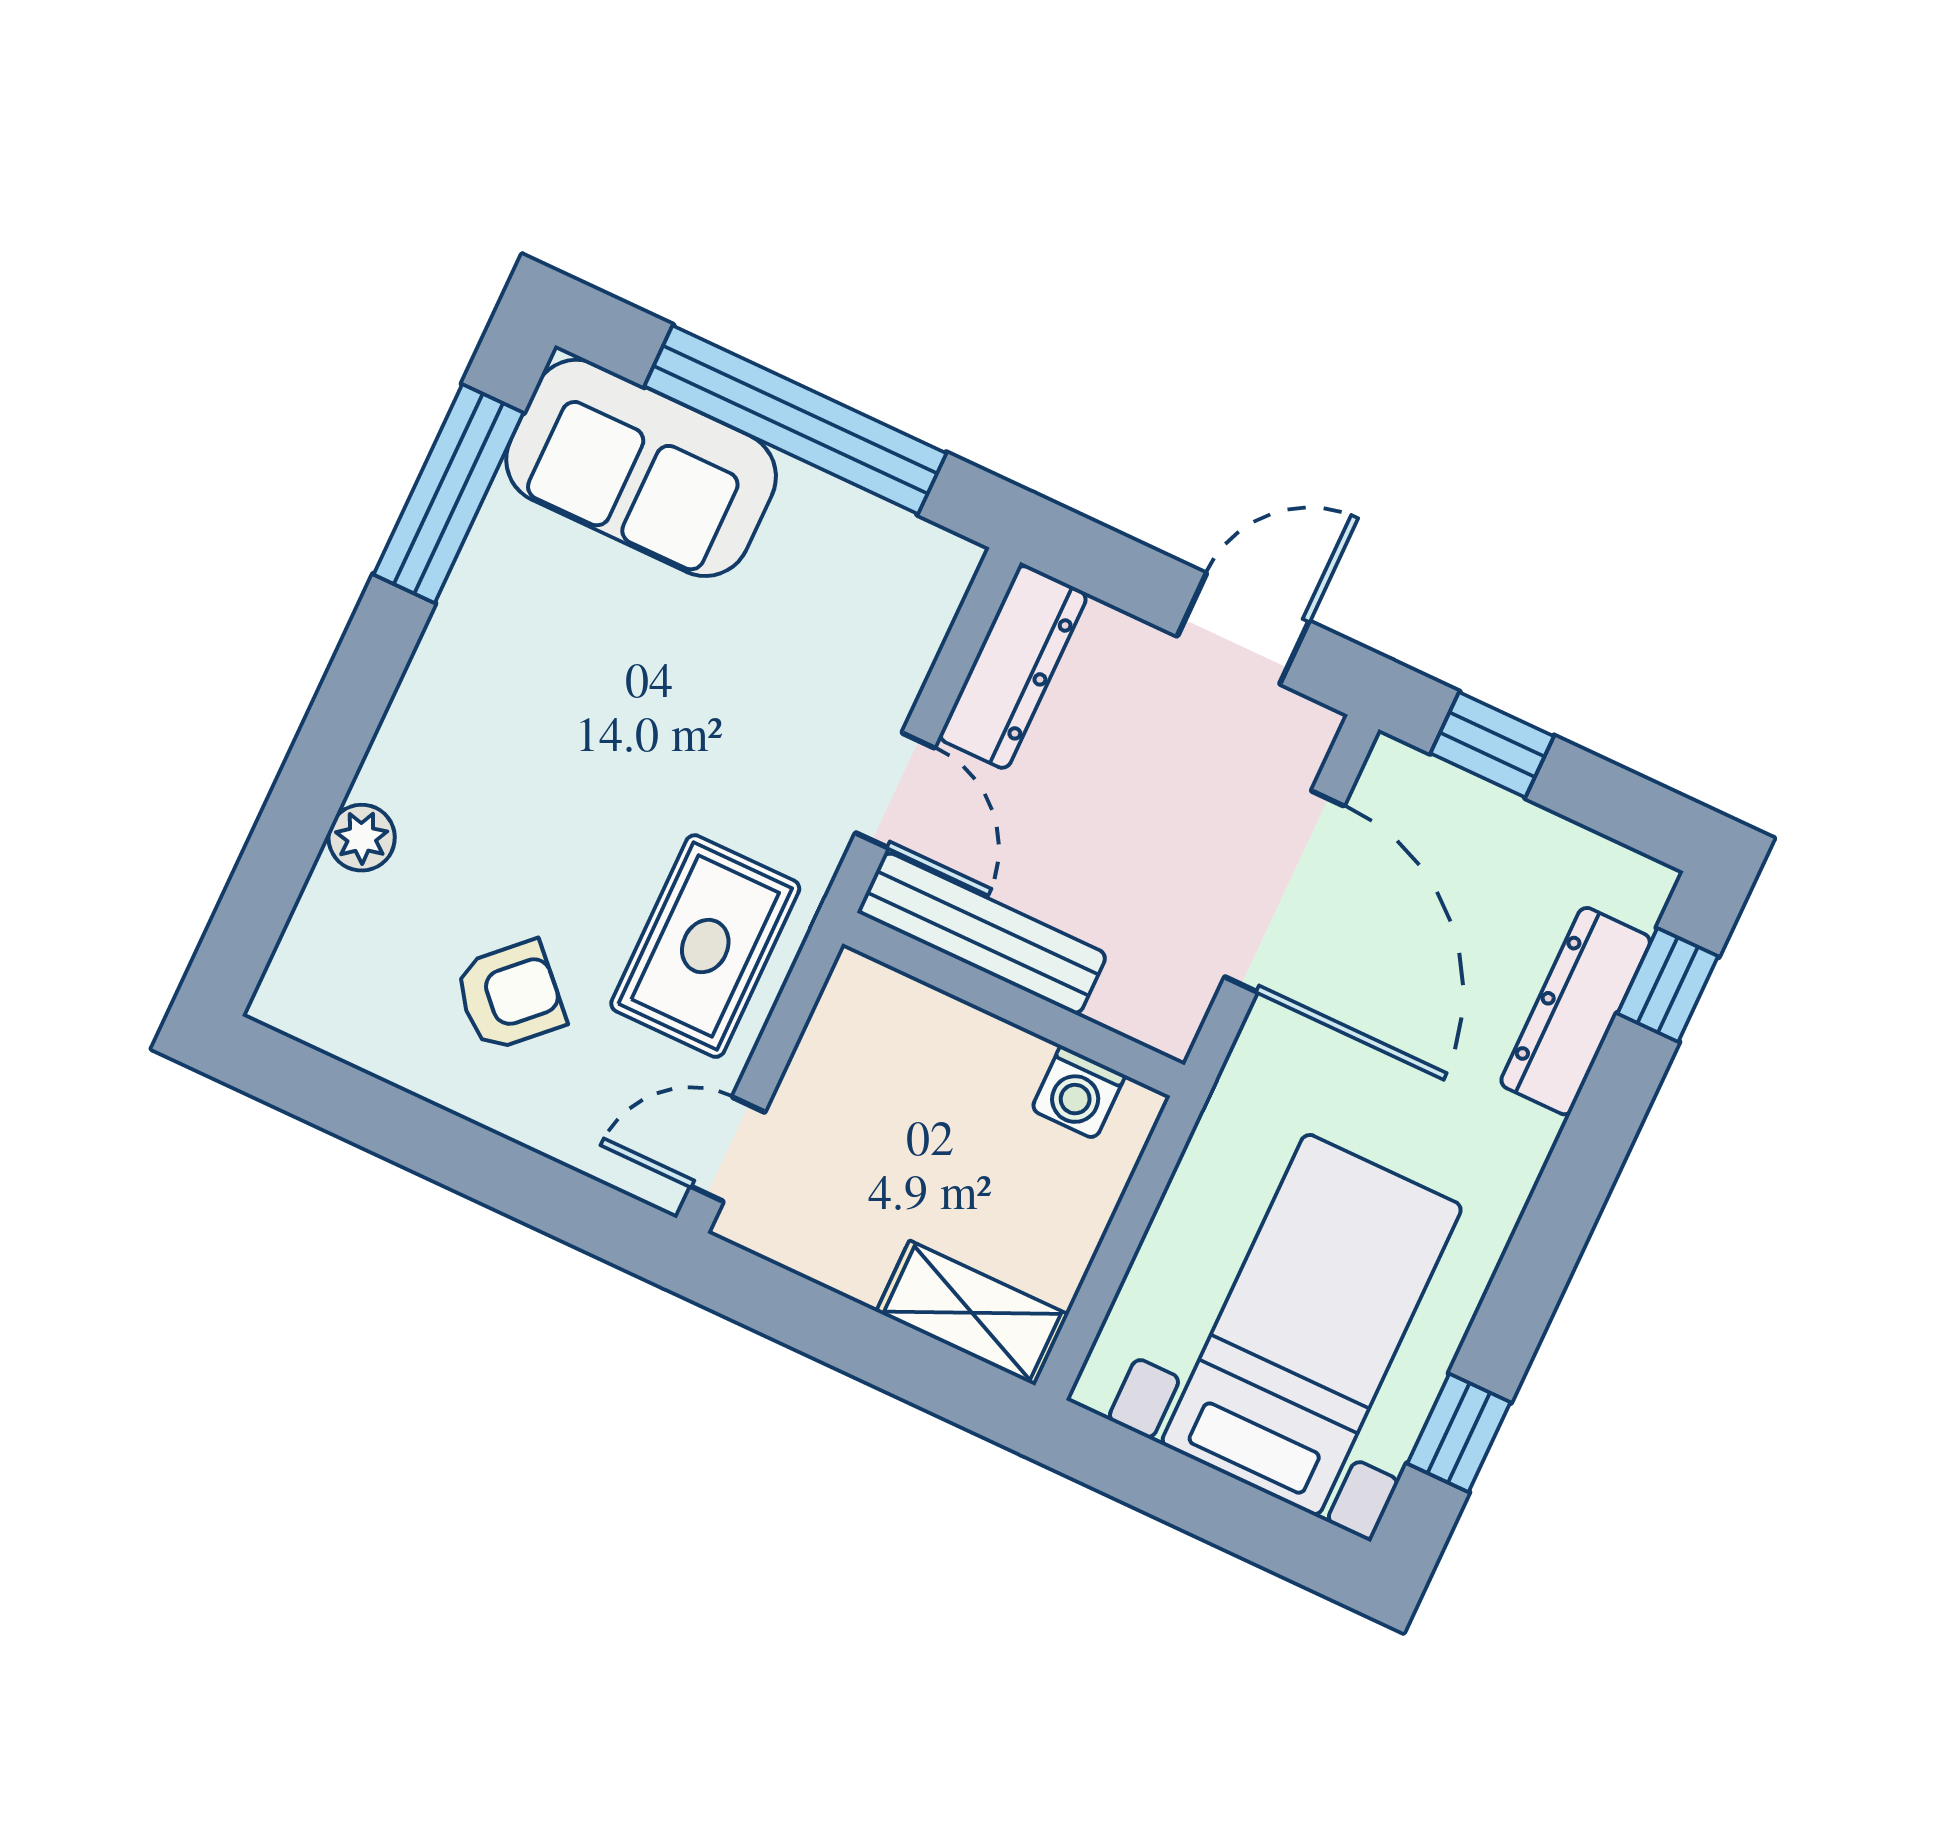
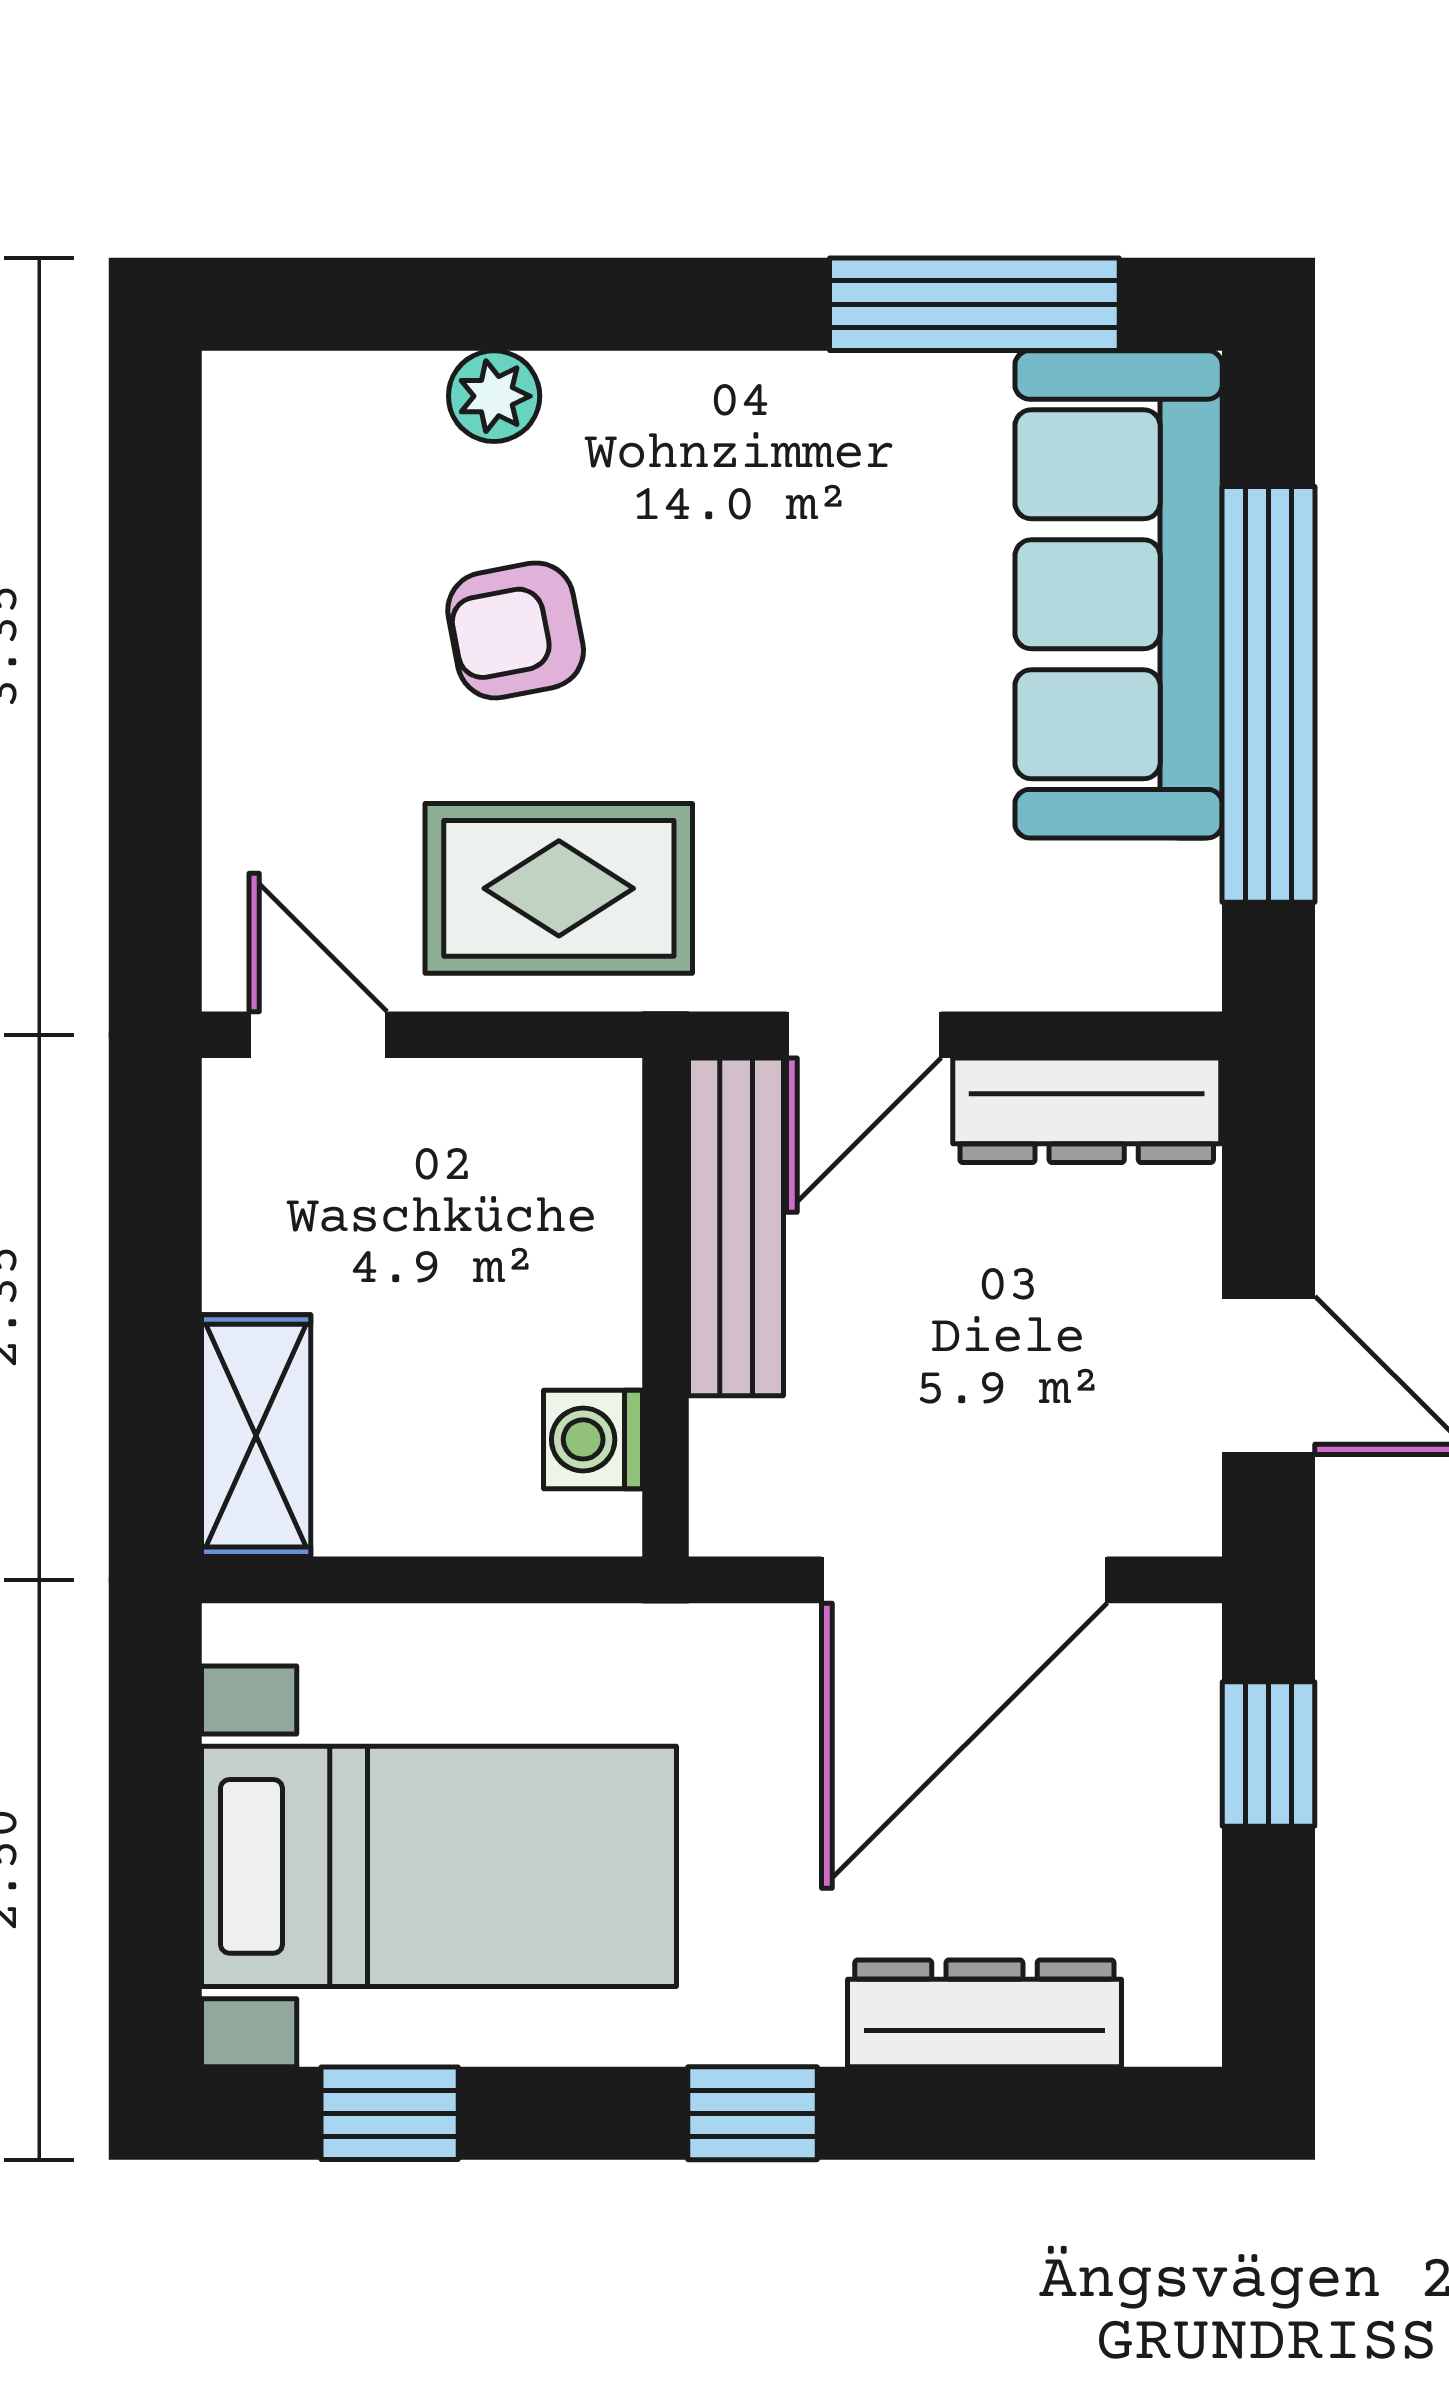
sofa: (641, 468) -> (1119, 594), width x1.36
window: (1668, 985) -> (752, 2113), moved
armchair: (510, 996) -> (516, 630), moved, turned 123

